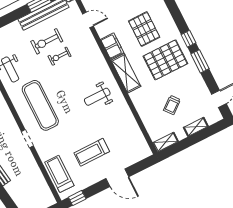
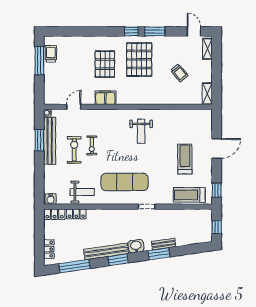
pallet: (144, 29) -> (105, 64), turned 90
exercise bike: (47, 41) -> (74, 150), turned 180
shelving: (126, 73) -> (134, 98), removed
shelving: (196, 127) -> (207, 49), moved
treadmill: (92, 152) -> (185, 159), turned 180

